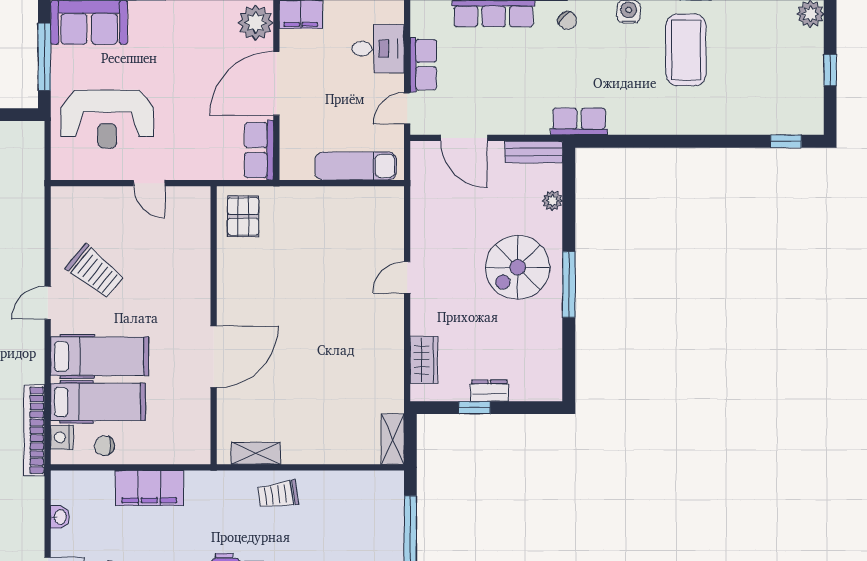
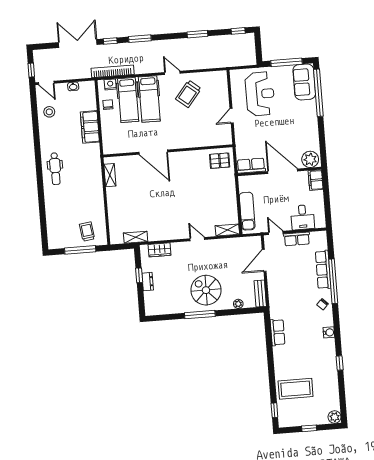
coffee table: (686, 50) -> (296, 389), moved
reception desk: (107, 119) -> (260, 94), turned 180
row of seats: (579, 121) -> (278, 332), moved
shelving: (393, 211) -> (227, 230), added
shelving: (393, 439) -> (136, 237), moved
trolley: (278, 495) -> (87, 232), moved

